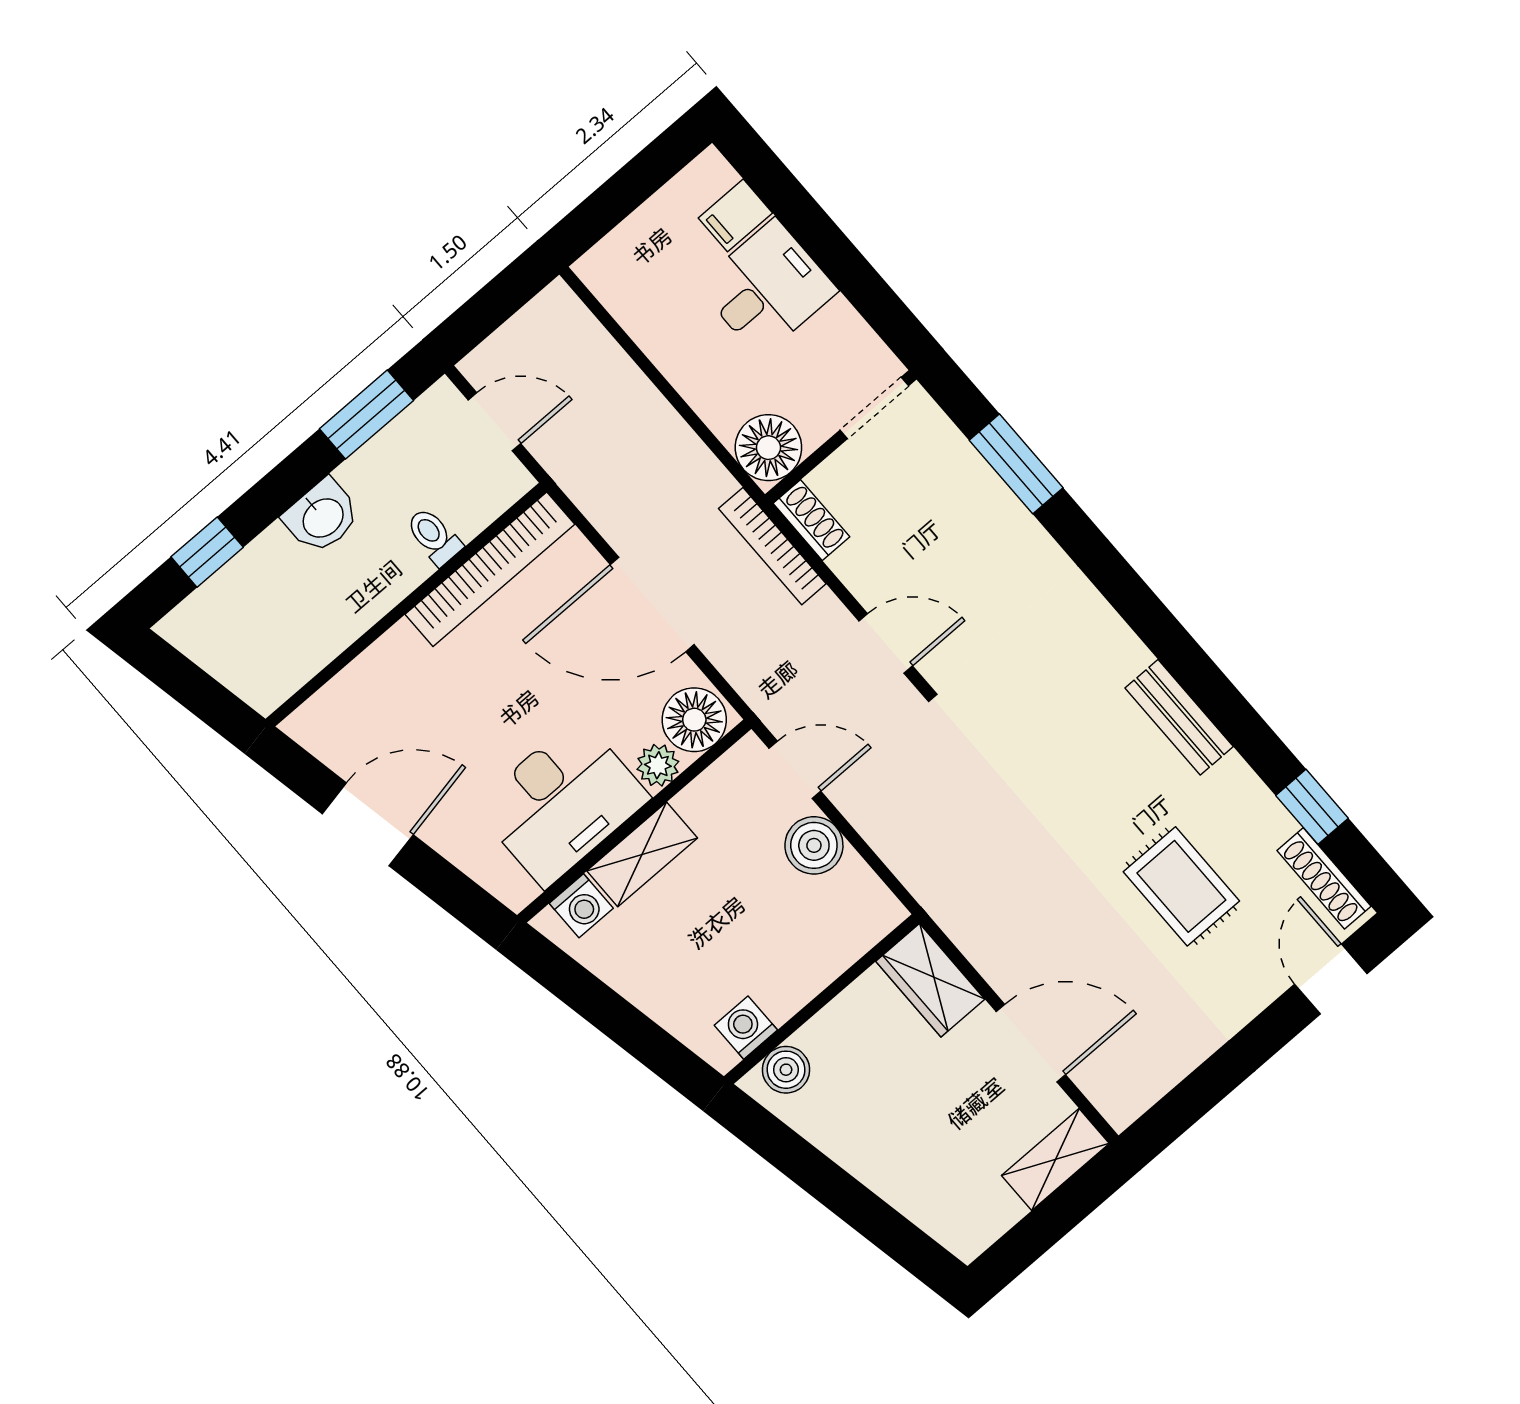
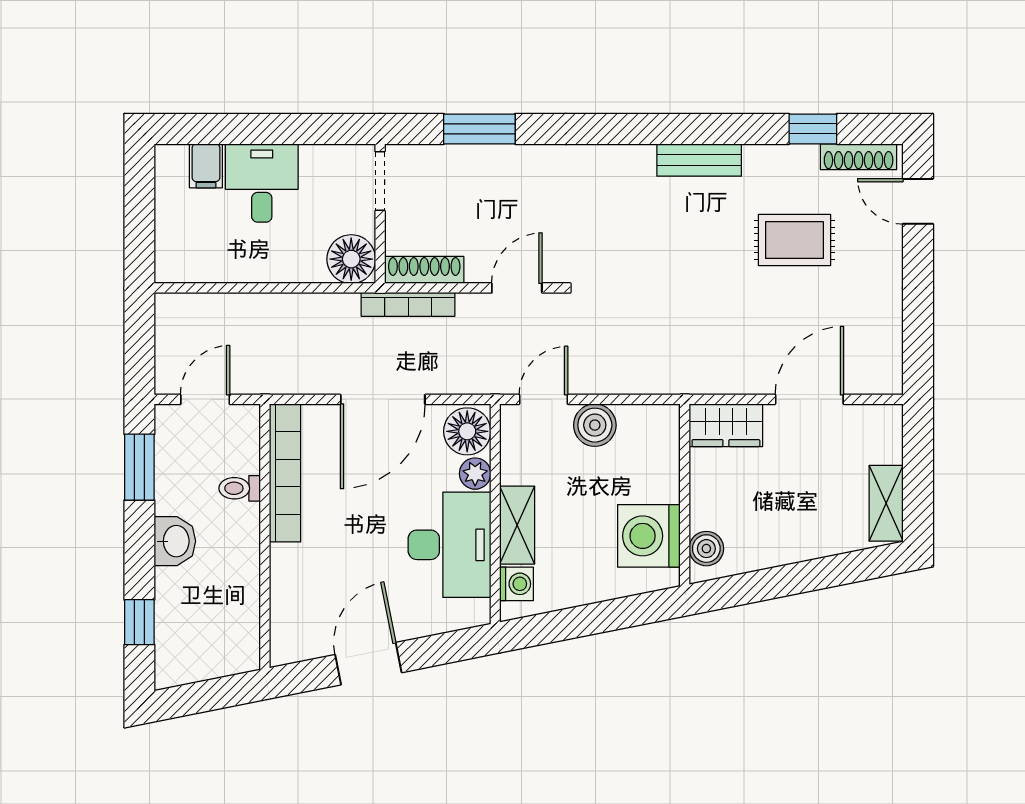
shoe rack: (811, 520) -> (424, 270), width x1.43
washing machine: (746, 1028) -> (649, 536), width x1.89, depth x1.89
shelving: (1055, 1160) -> (886, 503), moved

